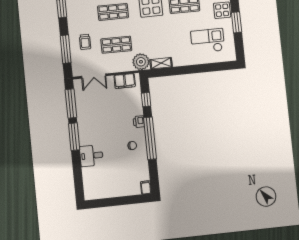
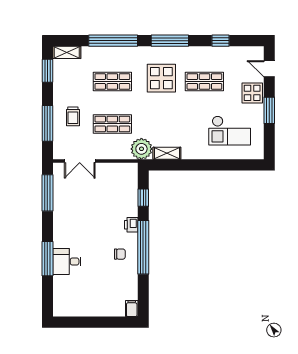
checkout: (208, 41) -> (230, 131), turned 180
filing cabinet: (125, 81) -> (118, 171), removed
window: (74, 137) -> (47, 259), moved

